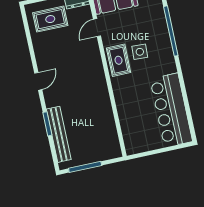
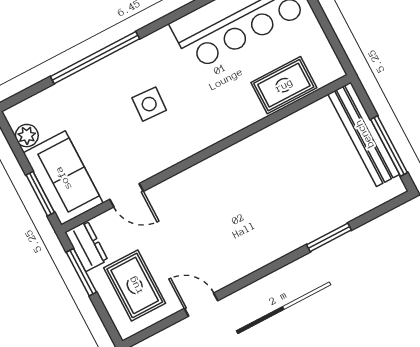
rug: (119, 60) -> (284, 85), moved
door: (38, 81) -> (201, 305), moved
bench: (59, 134) -> (364, 134), moved, turned 90

